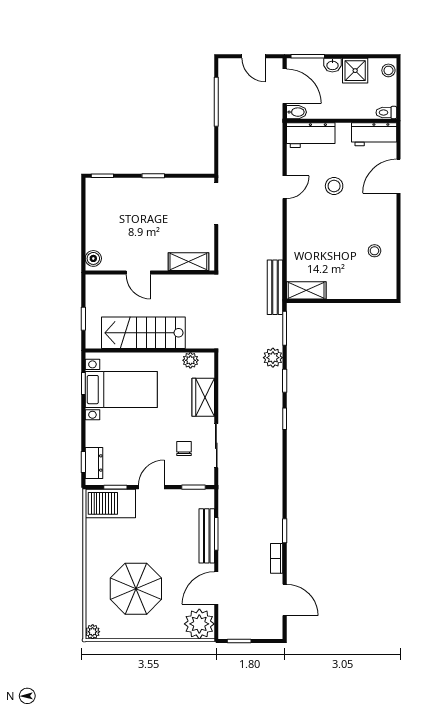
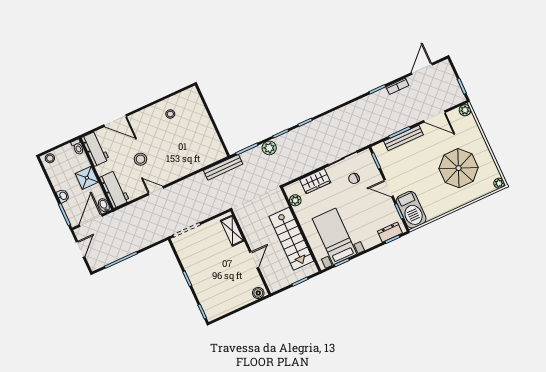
shower: (355, 71) -> (87, 178), moved
shelving: (306, 290) -> (216, 146), removed
plant: (199, 624) -> (465, 110), width x0.53, depth x0.53

